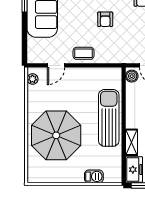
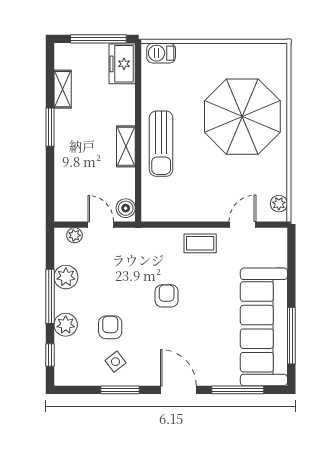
sun lounger: (109, 118) -> (161, 144), width x0.73, depth x0.75
shelving: (131, 142) -> (126, 146), moved
barbecue: (94, 176) -> (161, 53), moved

